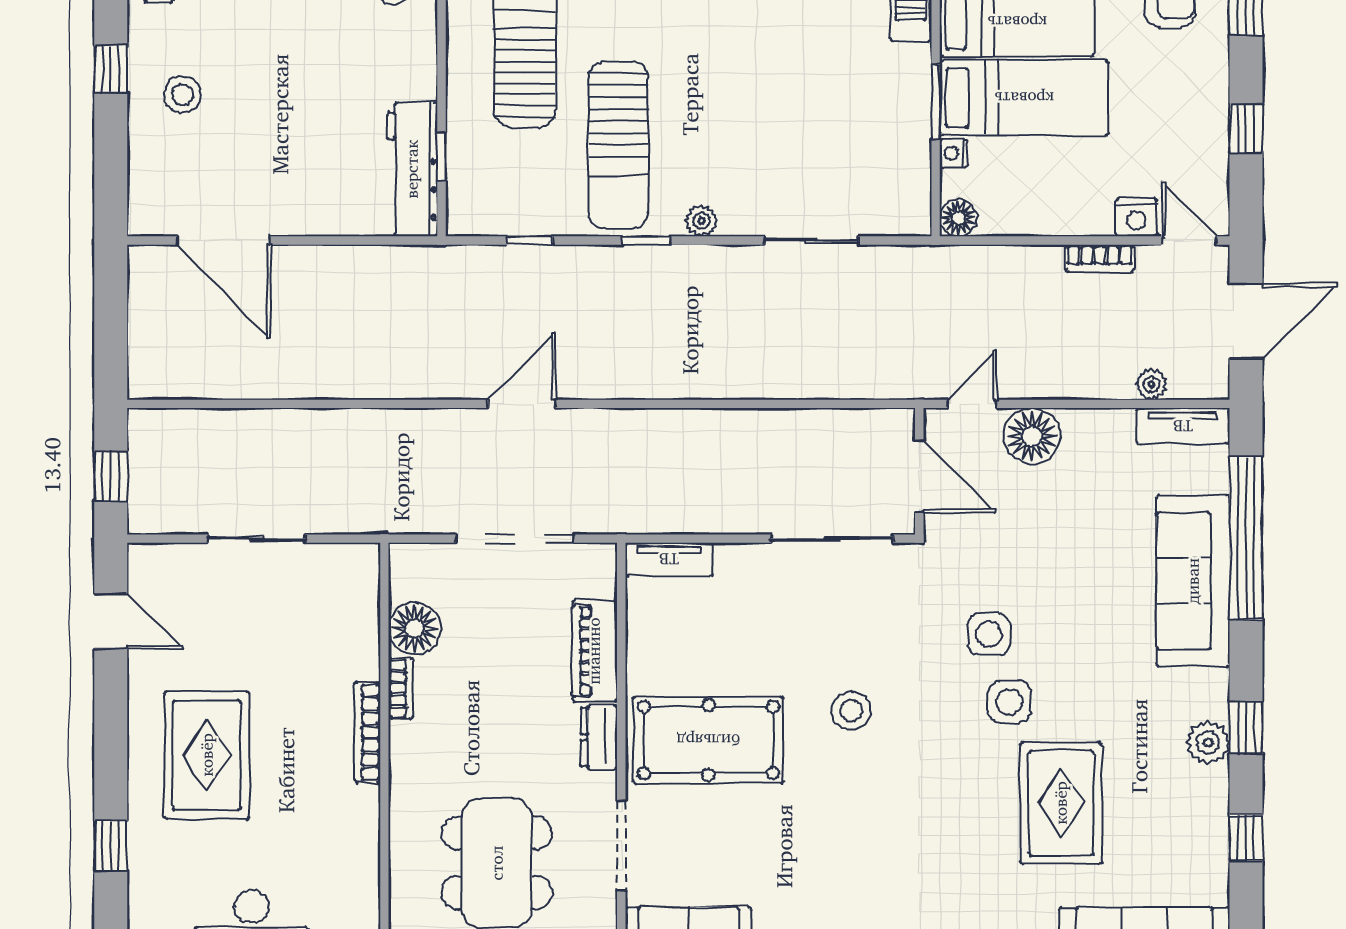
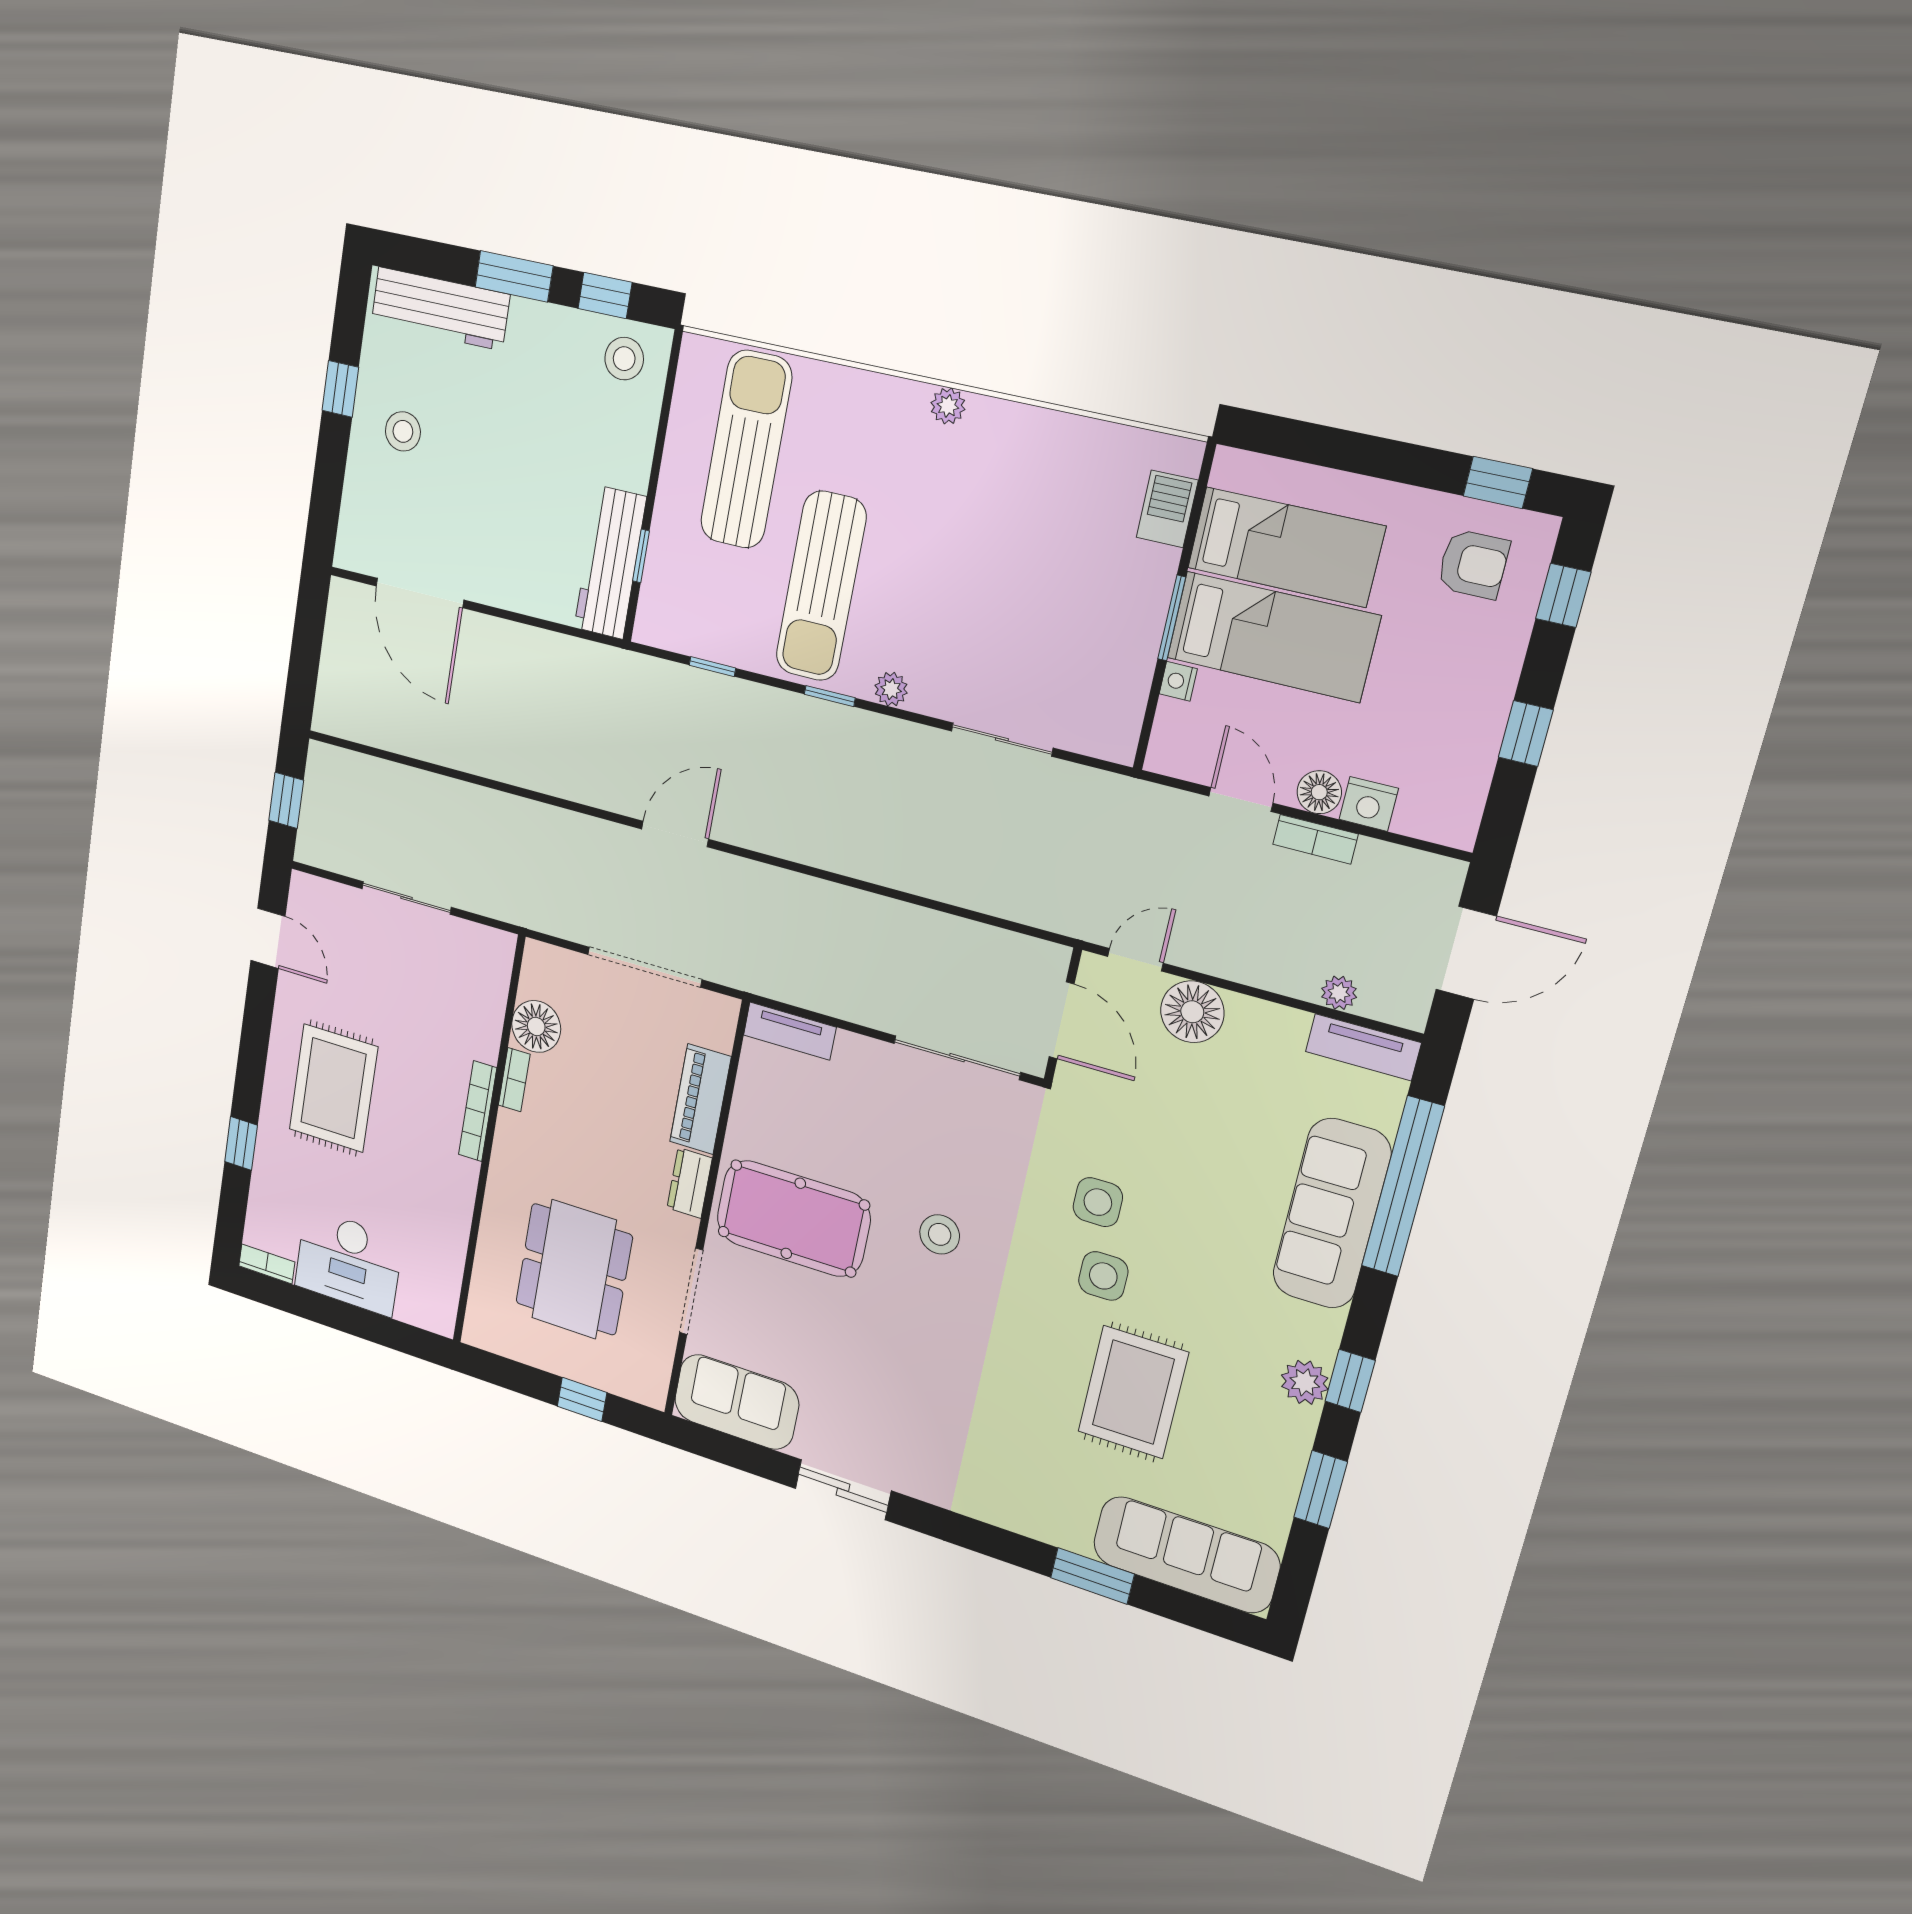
floor lamp: (958, 218) -> (1319, 792), moved
door: (1189, 241) -> (1241, 800), moved
window: (1246, 838) -> (1321, 1489), width x1.50

